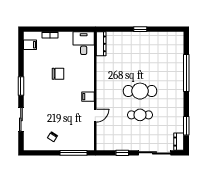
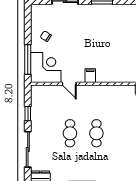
chair: (58, 74) -> (116, 42), removed
cafe table: (140, 91) -> (96, 133), width x0.73, depth x0.74
corner desk: (81, 137) -> (46, 67), added

